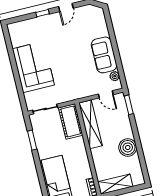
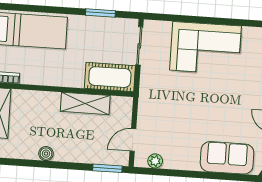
sofa: (104, 55) -> (227, 158), moved
shelving: (90, 124) -> (85, 103), width x0.68
boiler: (128, 147) -> (46, 154), width x0.54, depth x0.54

